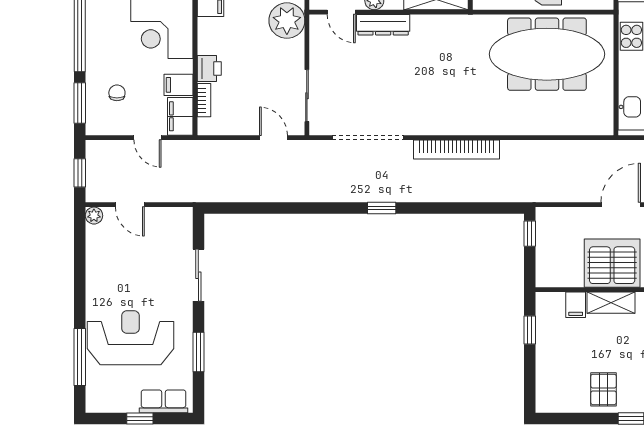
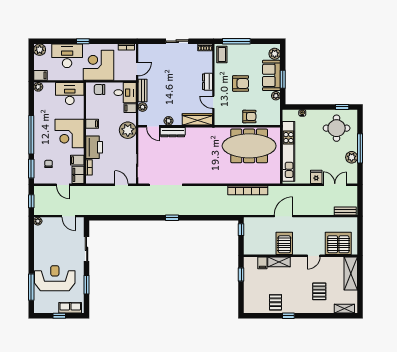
printer: (209, 69) -> (94, 147), width x1.87, depth x1.48
bookcase: (456, 149) -> (248, 190), moved
door: (130, 205) -> (69, 216), moved
server rack: (612, 263) -> (284, 243), width x0.62

